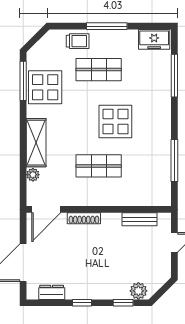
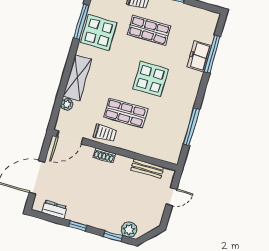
freezer: (154, 39) -> (199, 56), moved, turned 90
trolley: (83, 194) -> (105, 133), added
shoe rack: (84, 218) -> (104, 155), width x0.70

